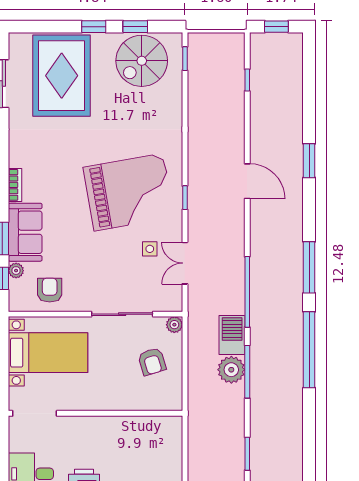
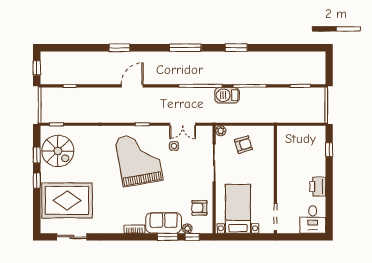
window: (309, 350) -> (236, 48), width x0.47
plant: (231, 370) -> (248, 96), removed

